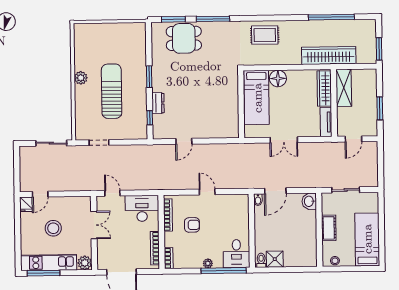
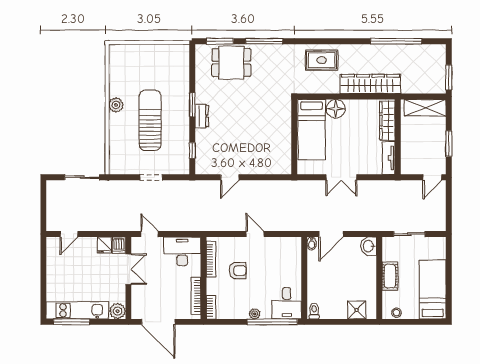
wardrobe: (329, 55) -> (371, 84), moved
shelving: (344, 88) -> (425, 108), moved, turned 90
dresser: (158, 103) -> (202, 116), moved
door: (353, 139) -> (432, 177), moved
doorway: (99, 143) -> (151, 177), moved
fridge: (26, 204) -> (104, 245), moved
dishwasher: (85, 204) -> (119, 245), added
stool: (53, 228) -> (83, 272), removed
shower: (275, 259) -> (357, 310), moved

